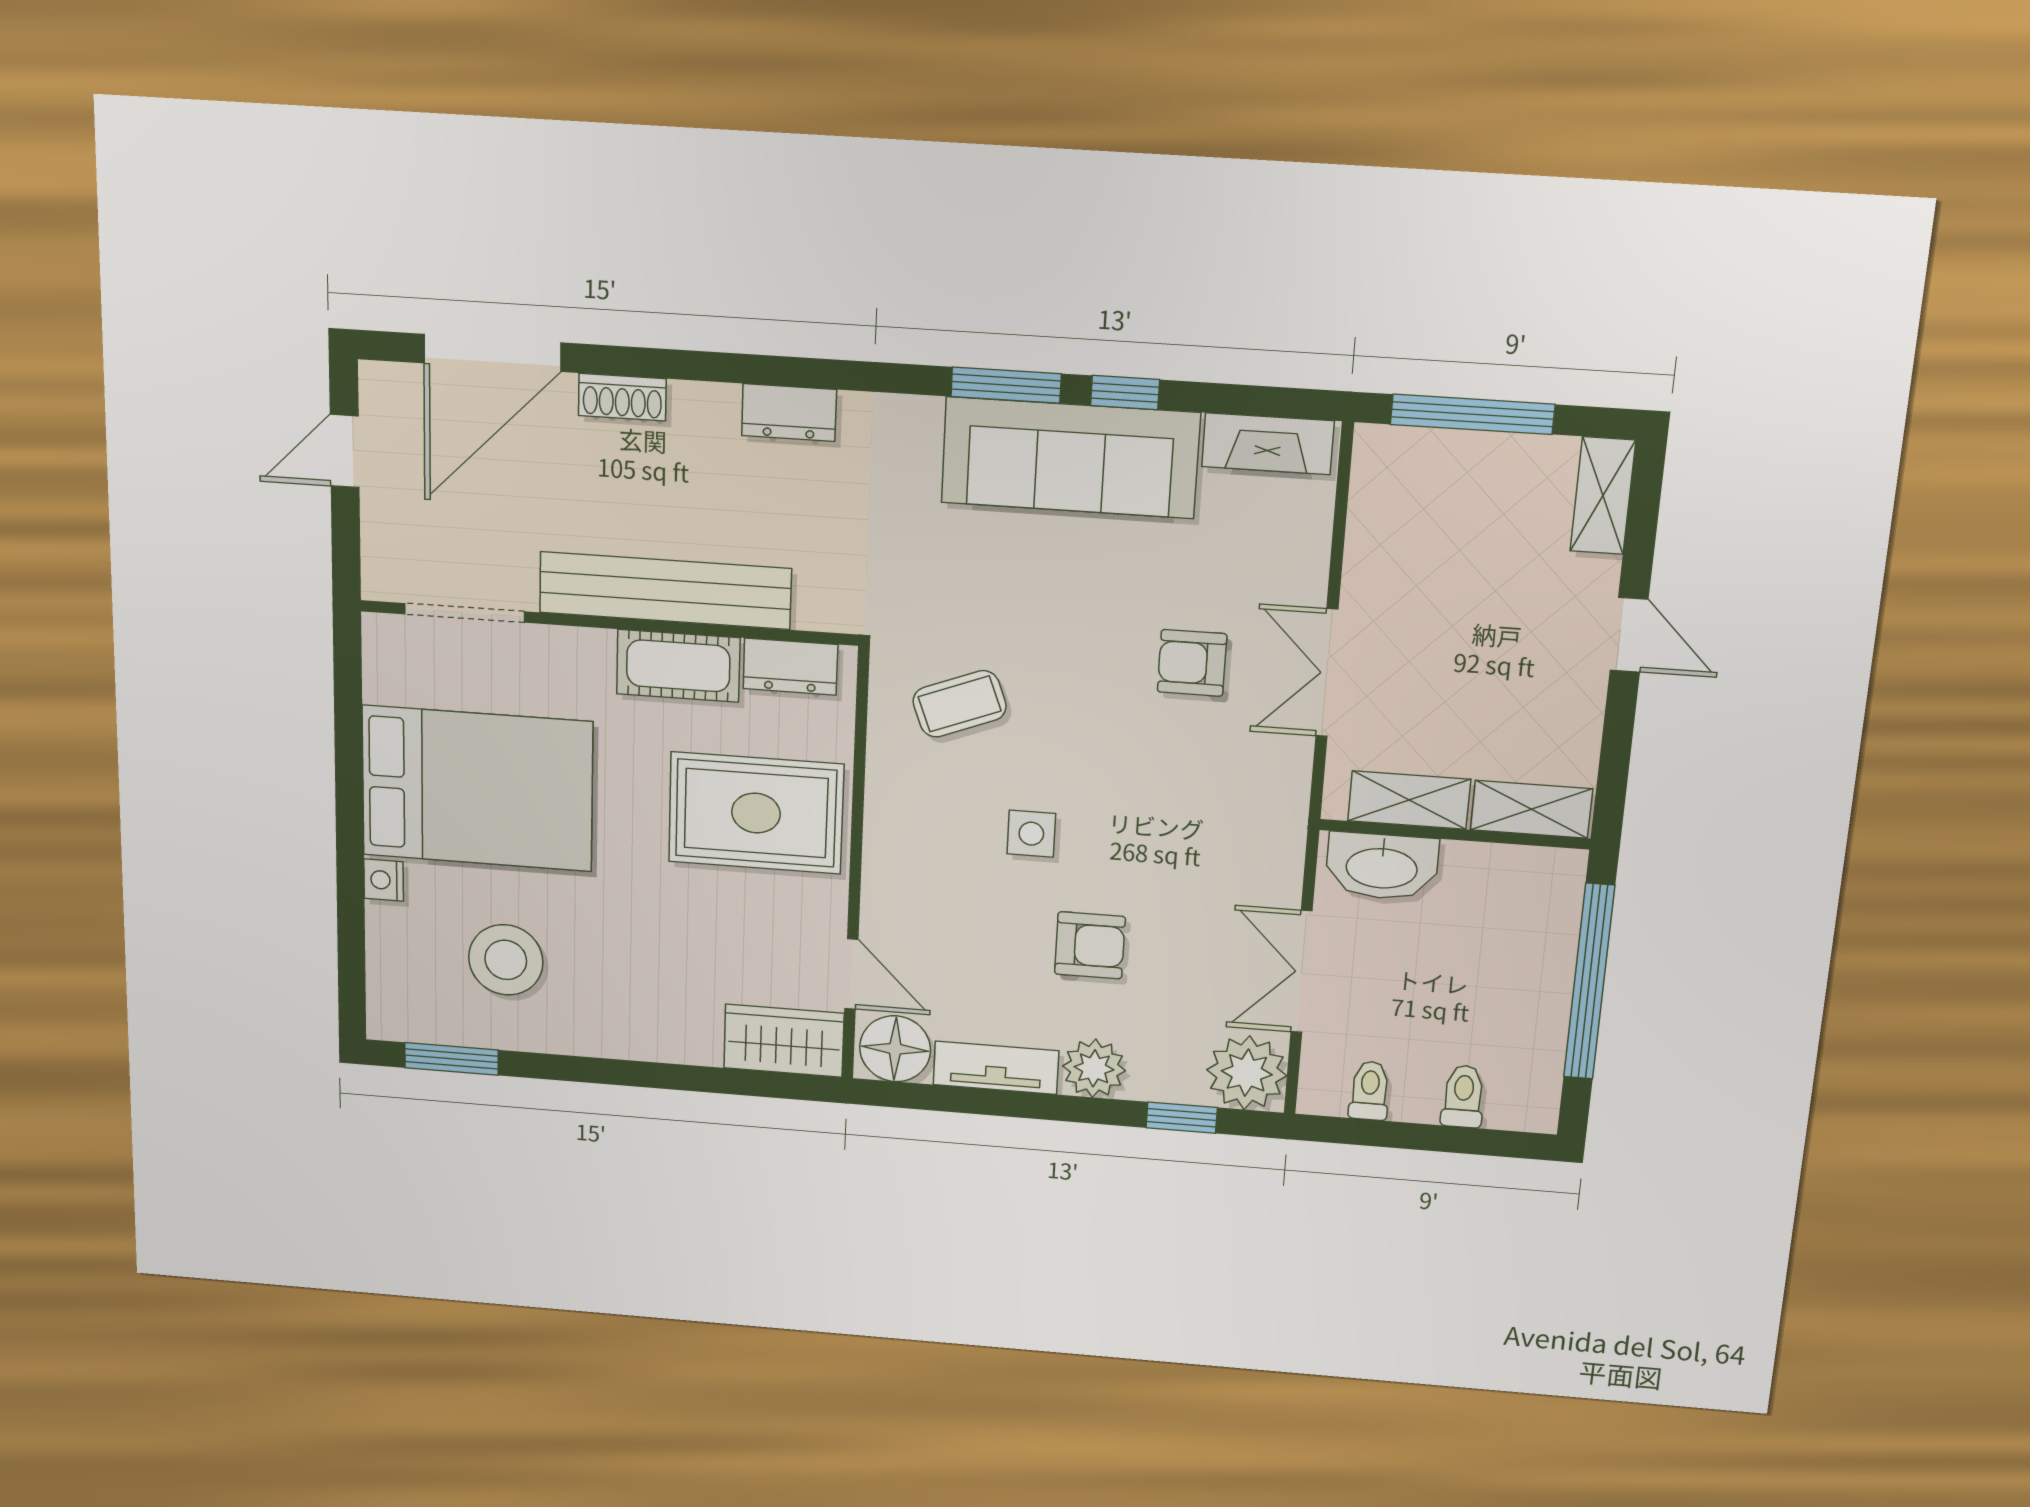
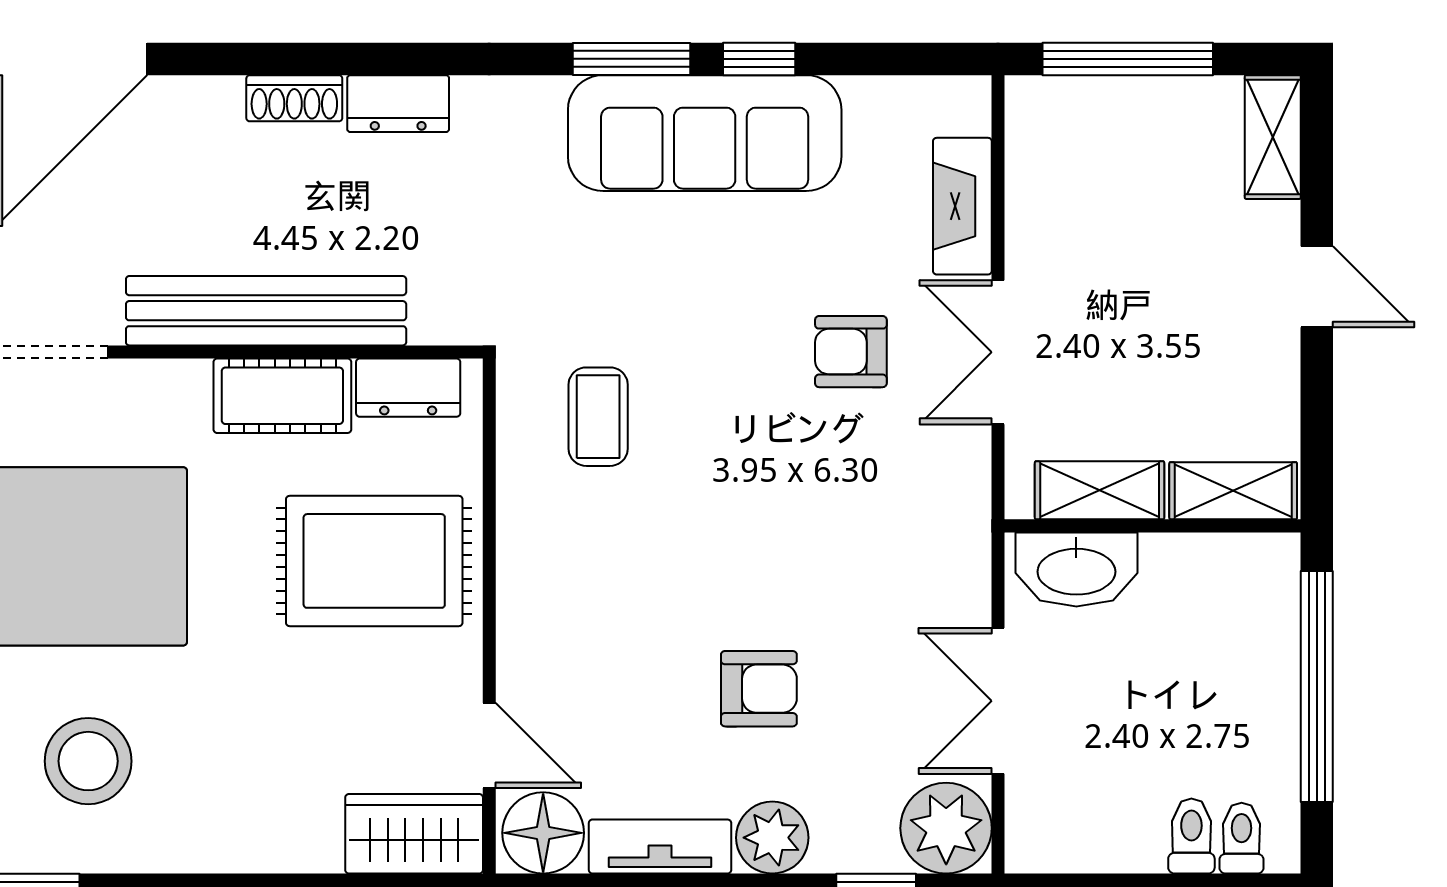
shoe rack: (622, 397) -> (294, 98), moved
fireplace: (1268, 444) -> (962, 206), moved, turned 90
coffee table: (960, 704) -> (598, 417), turned -69
side table: (1031, 834) -> (686, 561), removed
toilet: (1370, 1091) -> (1242, 838), moved

